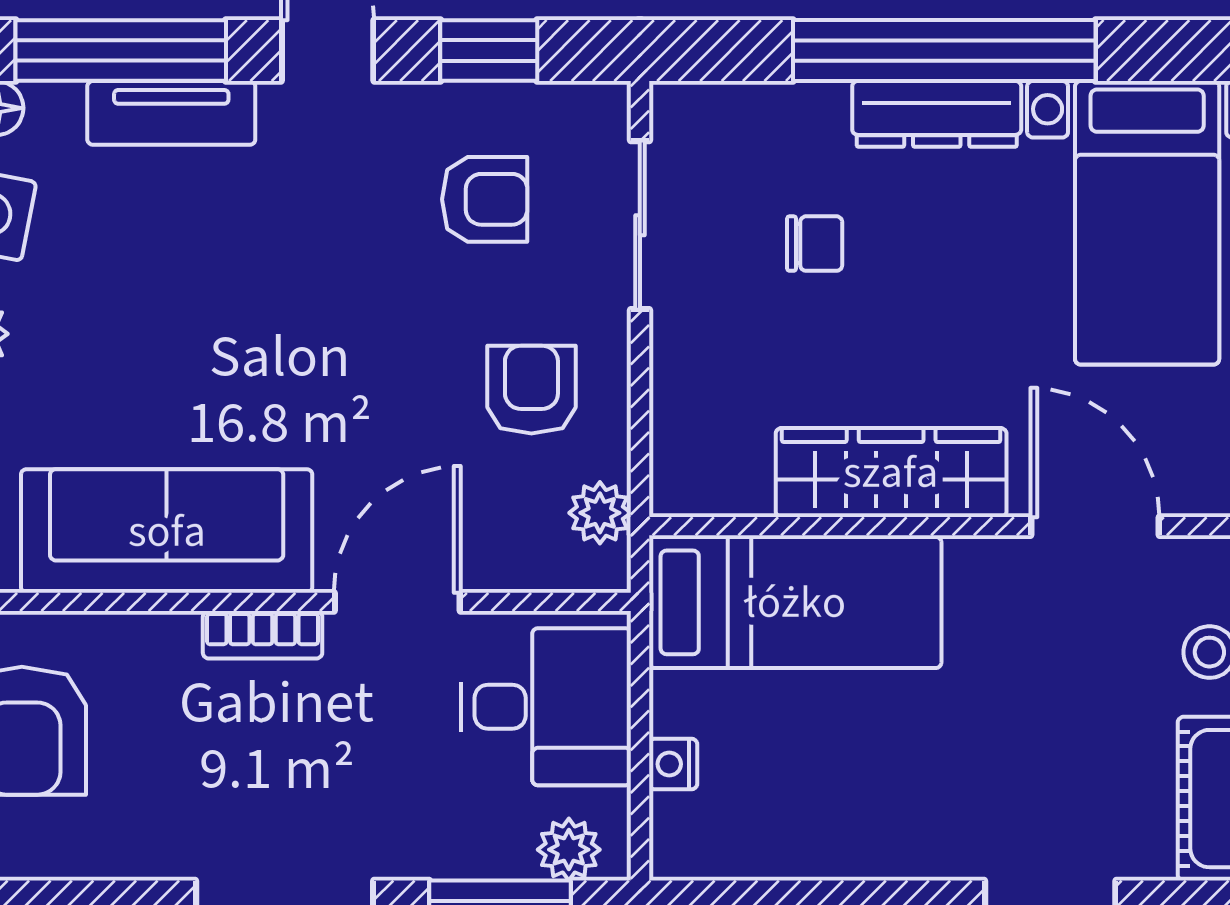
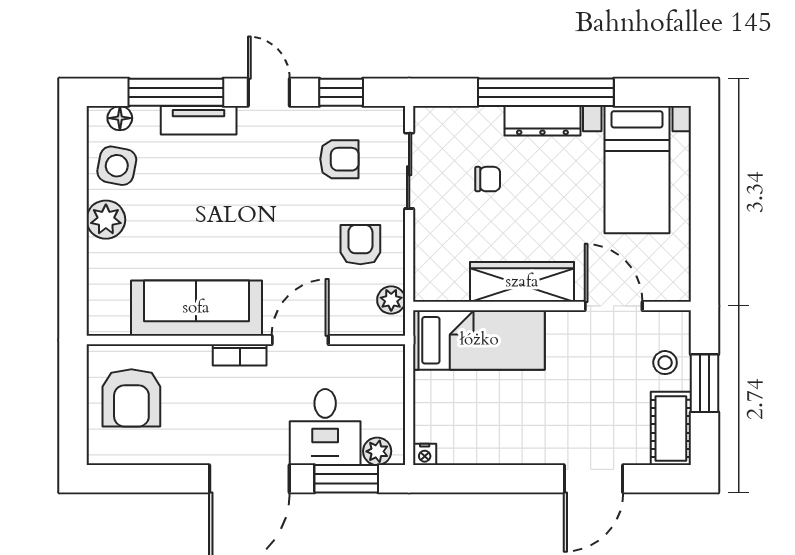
desk: (546, 707) -> (325, 427), moved, turned 90
nightstand: (673, 764) -> (425, 454), moved, turned -90

